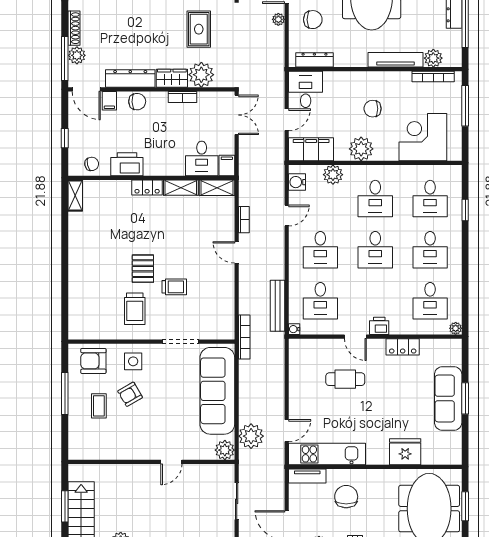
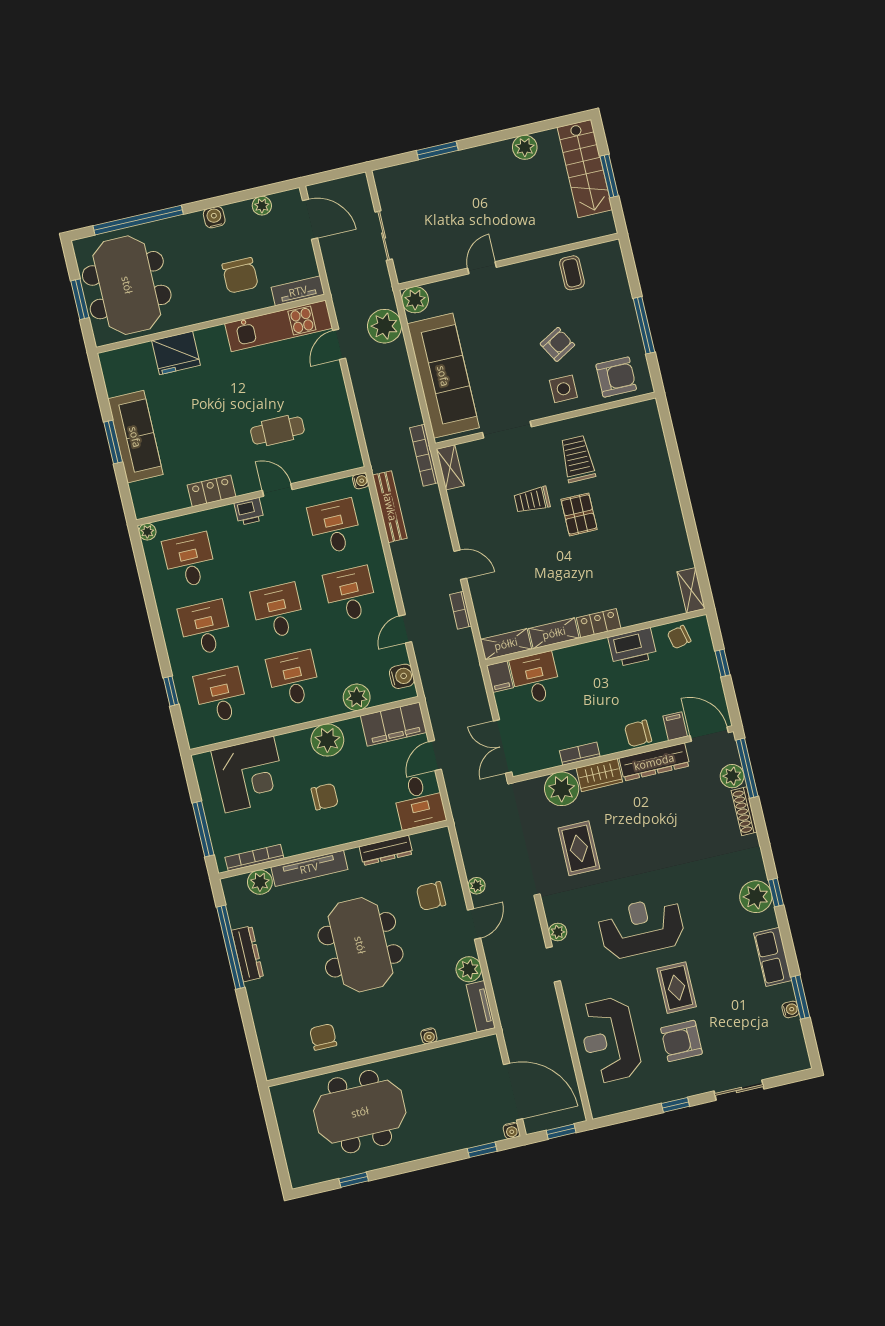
dresser: (314, 60) -> (386, 850), moved
shelving: (228, 324) -> (450, 467), added
coffee table: (99, 406) -> (572, 273), moved

